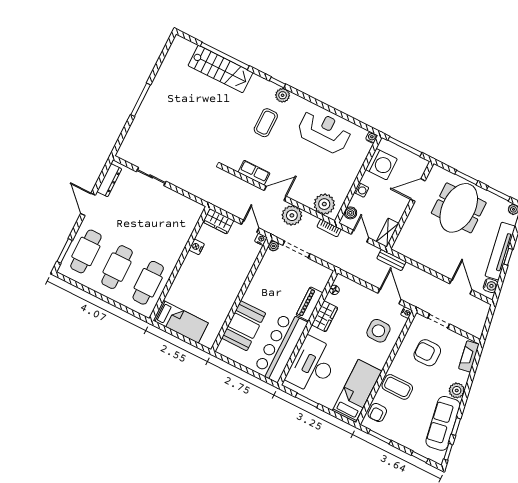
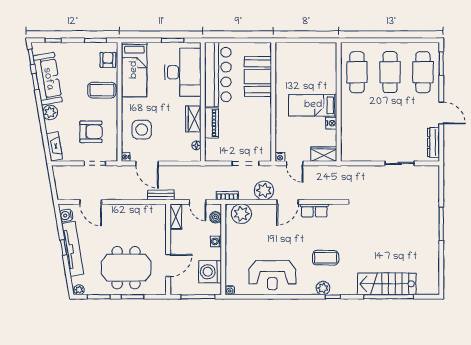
coffee table: (266, 123) -> (326, 258), turned 90
meeting table: (459, 208) -> (126, 268), turned 90
plant: (274, 246) -> (267, 157), removed
bed: (181, 322) -> (313, 105), moved

